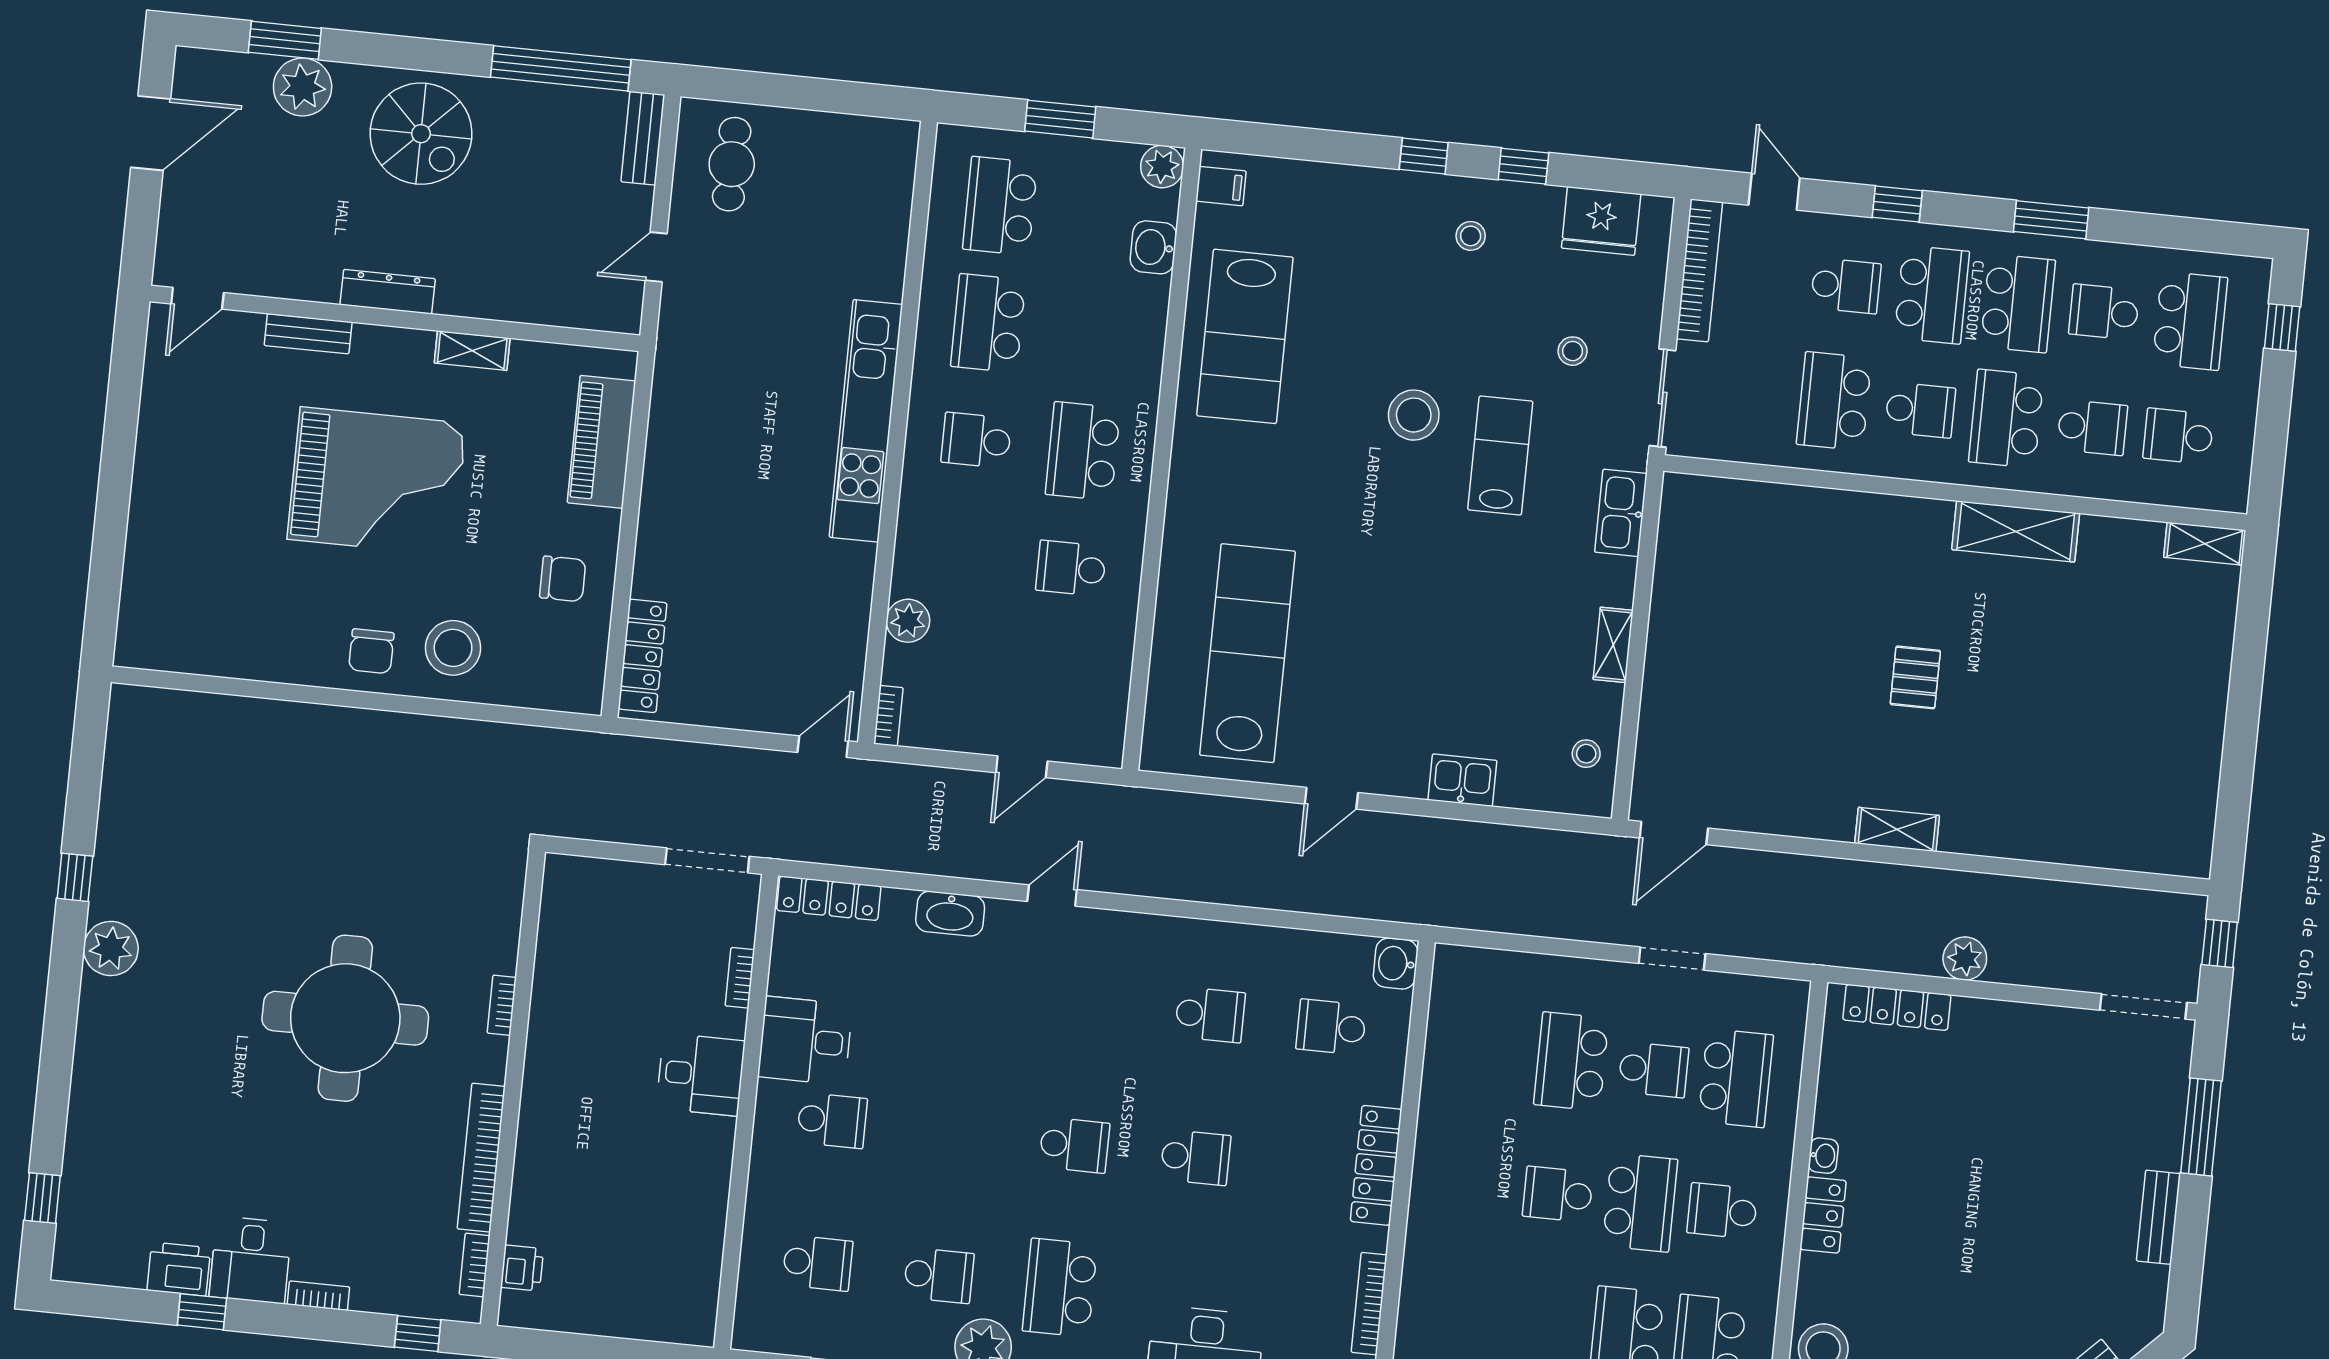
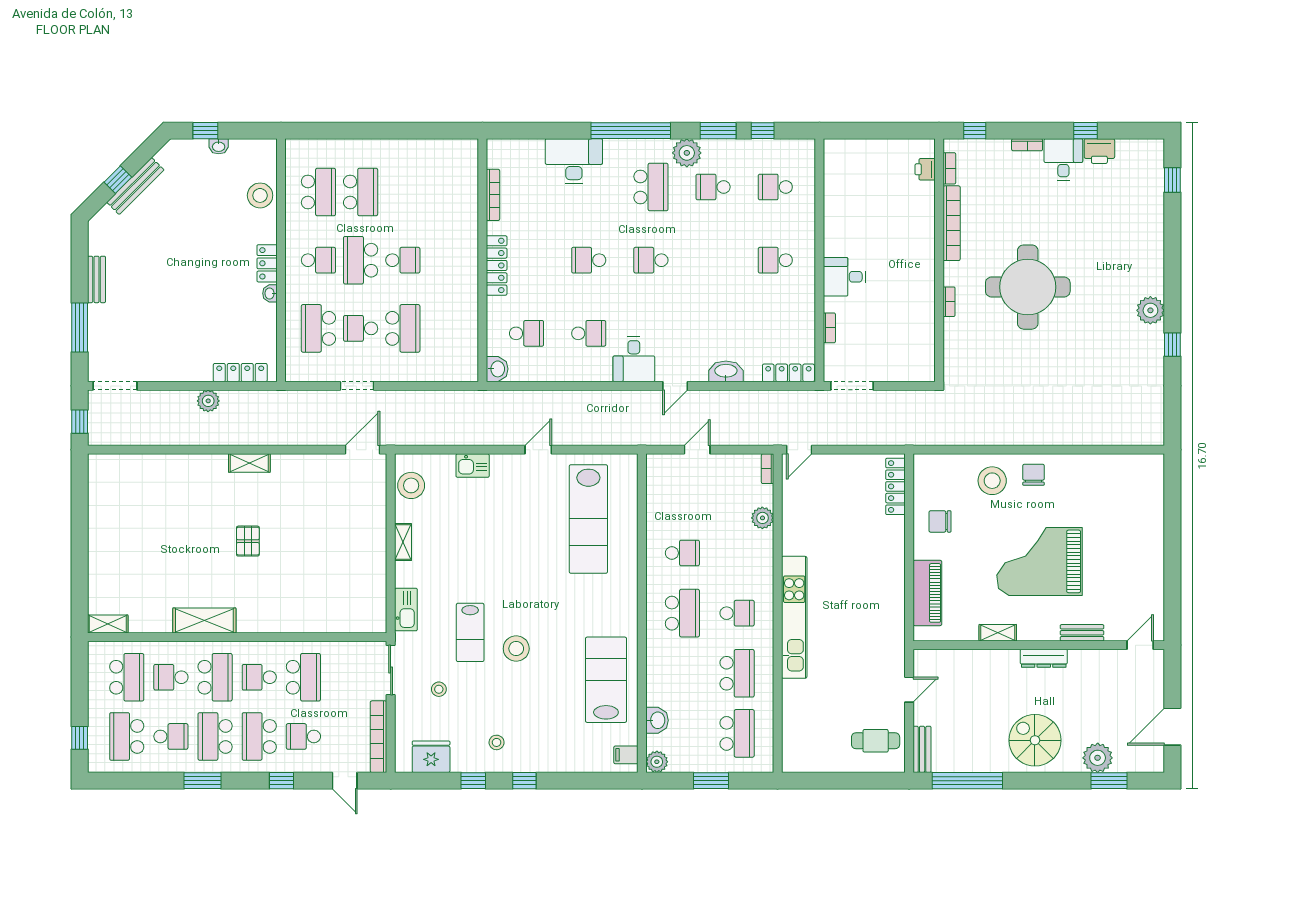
cafe table: (732, 164) -> (876, 741), turned 90
school desk: (2178, 436) -> (127, 677), width x1.85
stool: (1586, 754) -> (411, 485), width x1.89, depth x1.89
school desk: (1210, 1015) -> (589, 333), turned 180
desk: (805, 1041) -> (634, 359), moved, turned 90

